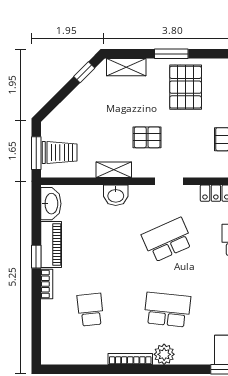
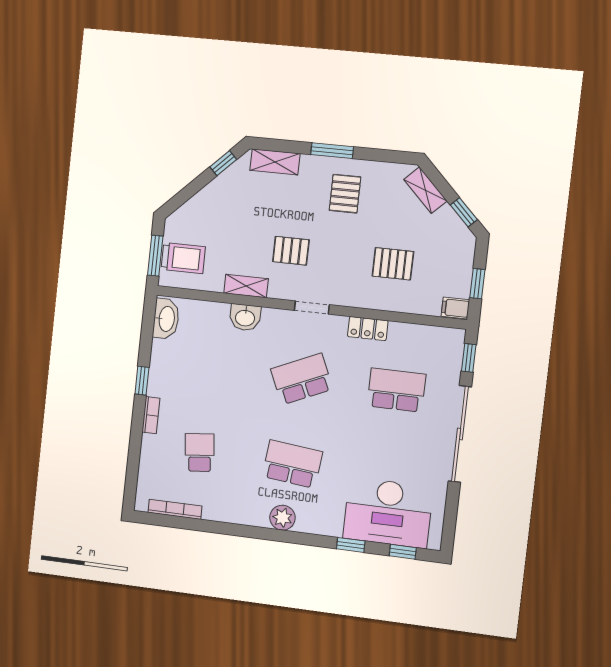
pallet: (186, 87) -> (345, 194), width x0.67, depth x0.71
piano: (51, 245) -> (161, 368), removed
bookcase: (130, 359) -> (175, 509), moved

